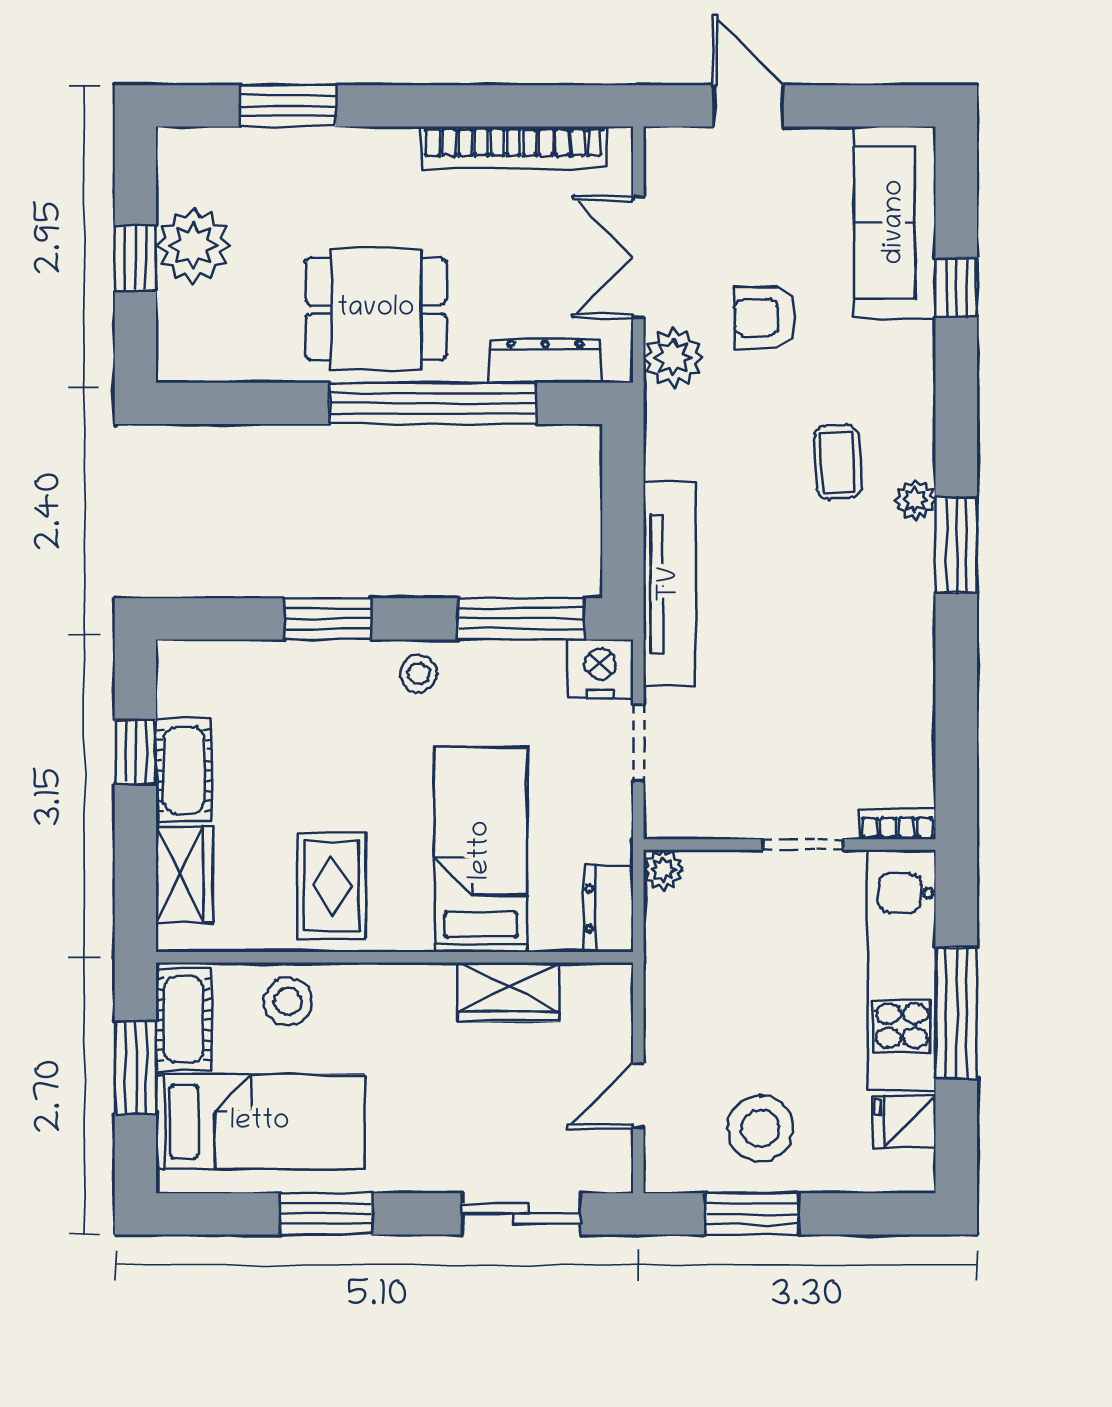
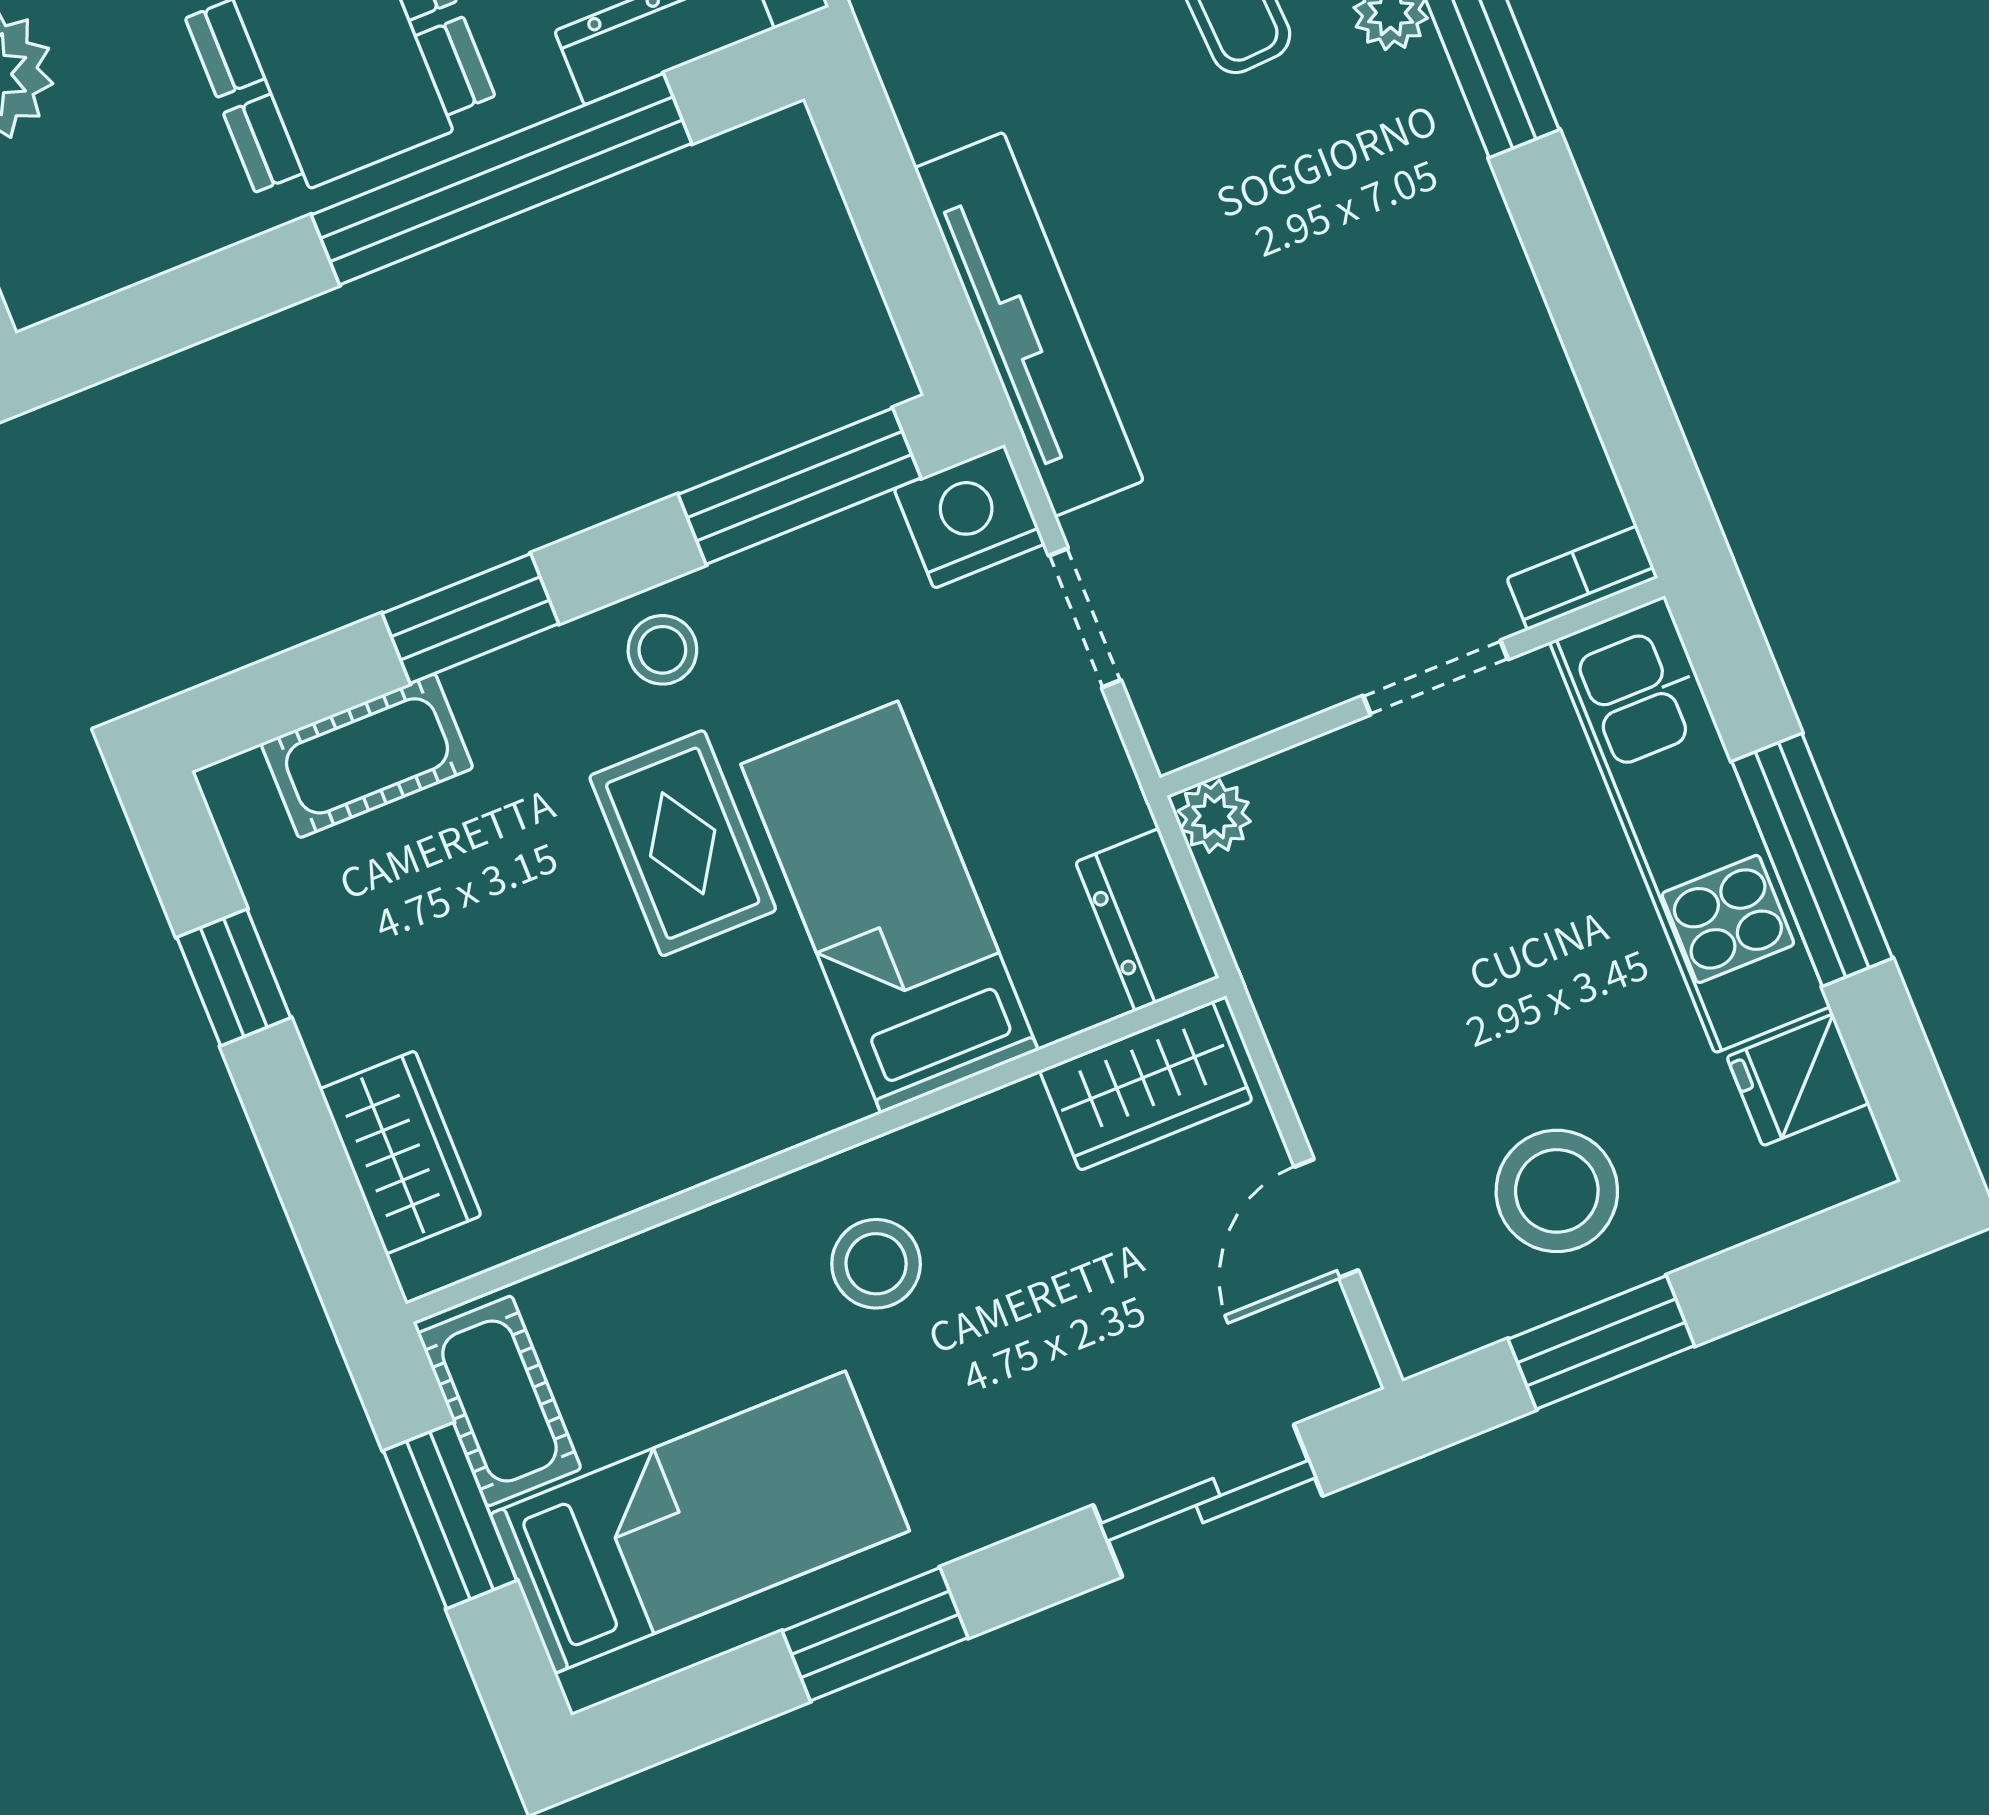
cot: (184, 770) -> (367, 756), moved, turned 90
rug: (332, 886) -> (683, 843), moved
wardrobe: (508, 992) -> (1146, 1086), moved
stool: (288, 1001) -> (876, 1264), moved

